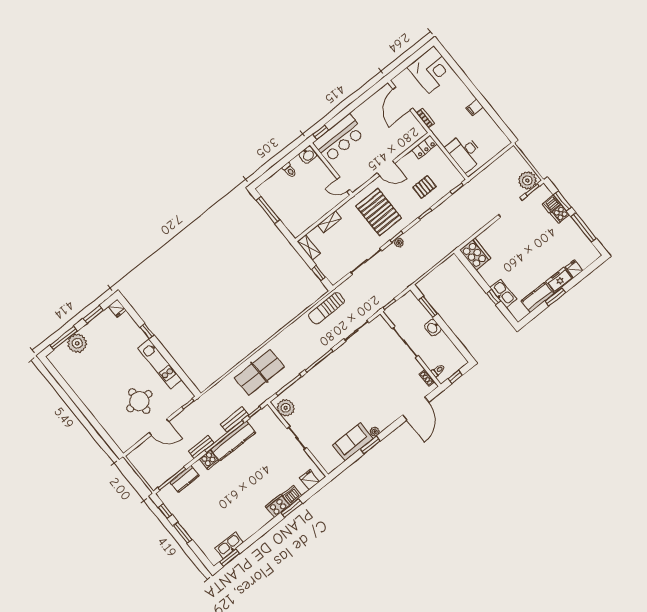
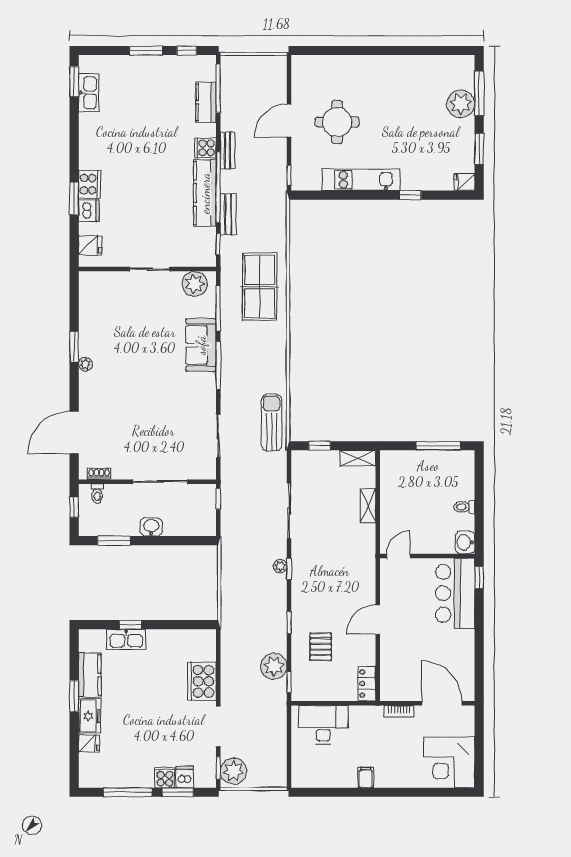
plant: (455, 203) -> (274, 666), added
pallet: (379, 212) -> (334, 571), removed
cooker: (475, 254) -> (202, 681), moved, turned 90
window: (428, 307) -> (114, 541), moved
door: (416, 409) -> (74, 433), hinge flipped
sofa: (353, 442) -> (201, 345), moved, turned 180

